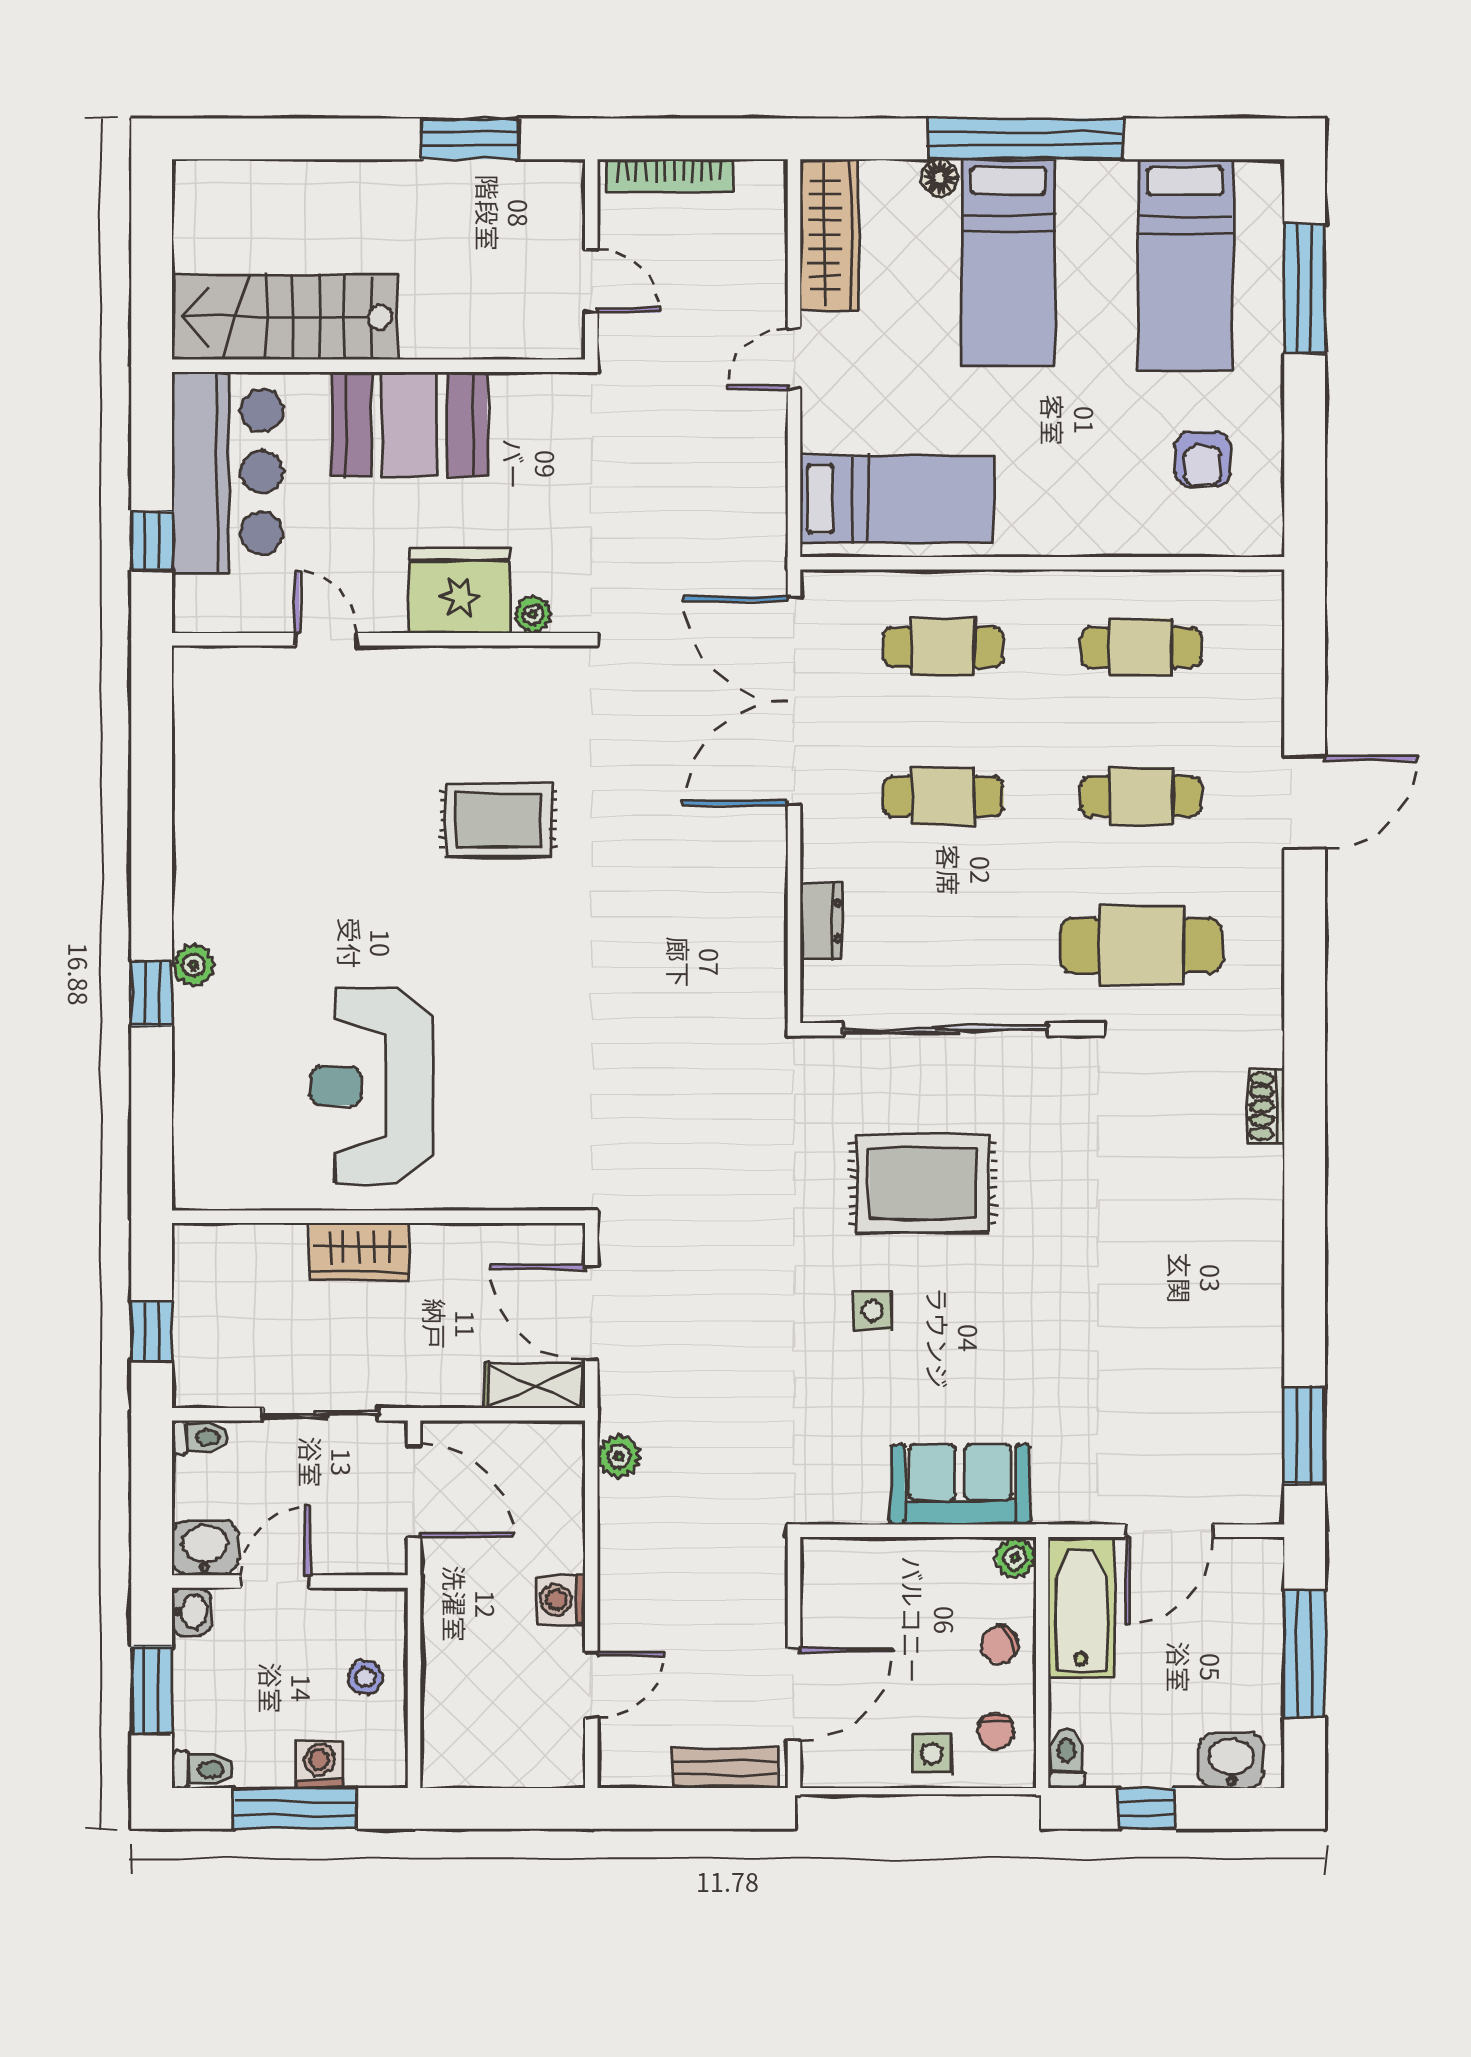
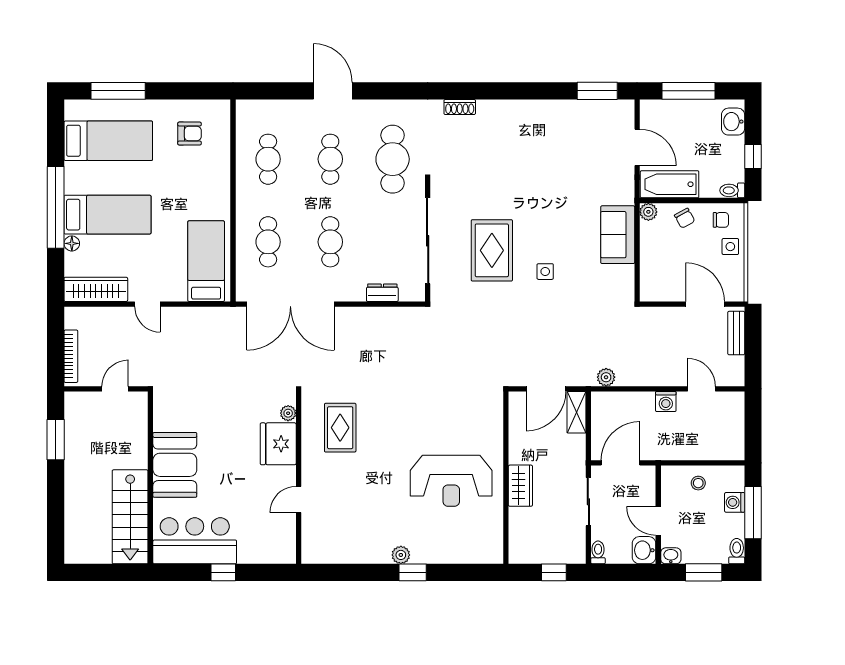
fridge: (460, 591) -> (278, 444), moved
plant: (533, 614) -> (288, 413), moved
door: (326, 639) -> (299, 500), moved
wall: (379, 639) -> (299, 478), moved

